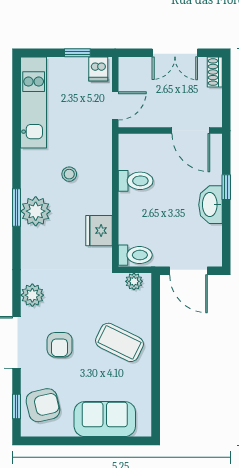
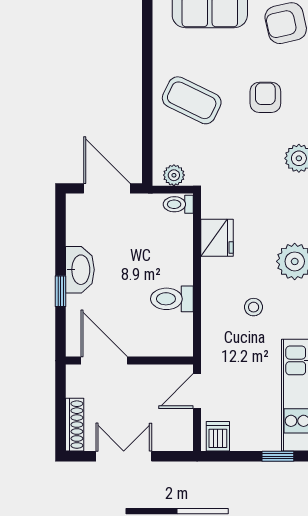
window: (77, 53) -> (278, 456), moved
shoe rack: (215, 72) -> (75, 425), width x1.43
toilet: (135, 255) -> (178, 204), width x0.73, depth x0.72

